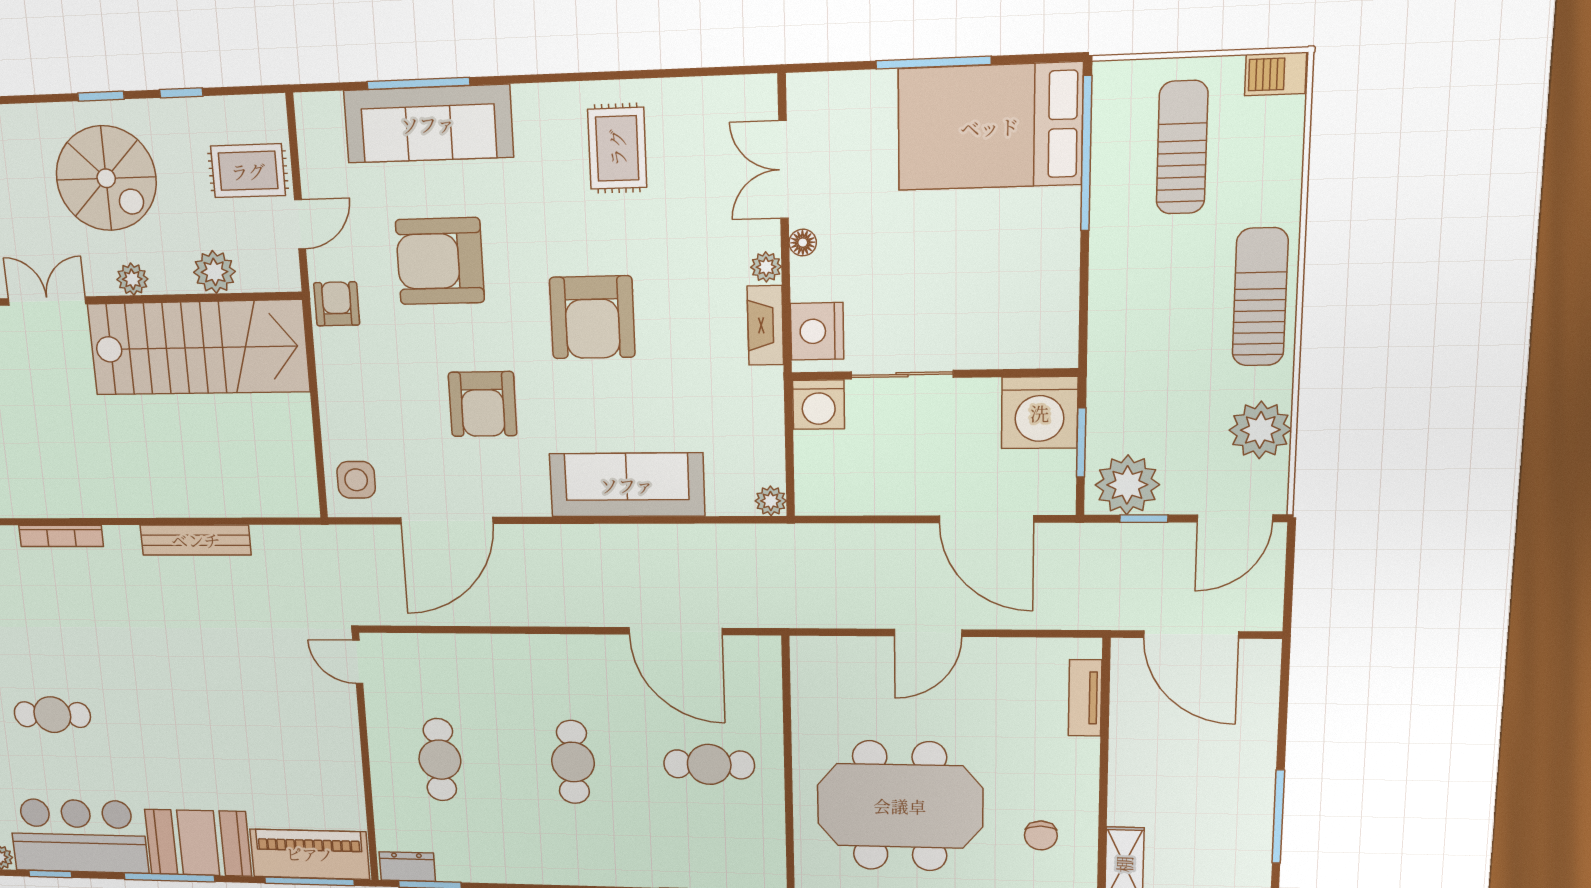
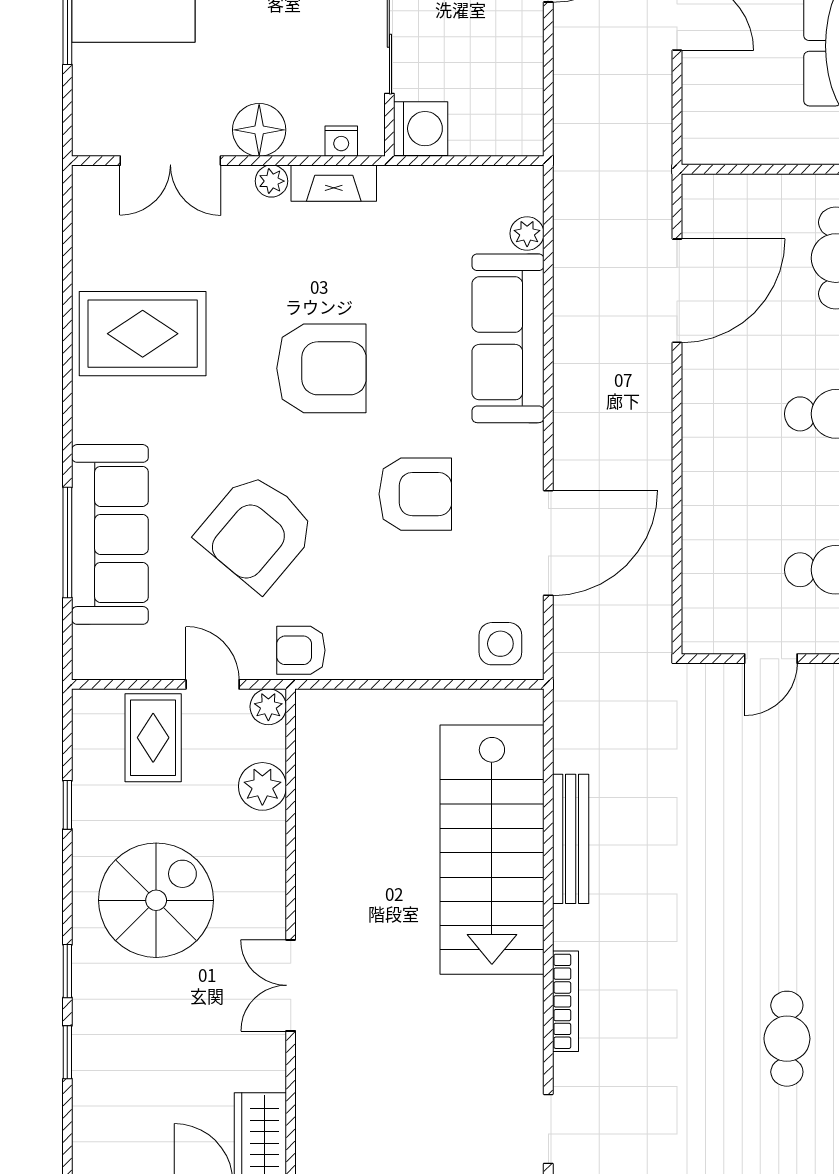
window: (101, 96) -> (67, 971), moved
rug: (617, 148) -> (143, 334), width x1.36, depth x1.43
floor lamp: (803, 243) -> (259, 130), width x1.89, depth x1.89
armchair: (440, 261) -> (257, 532), turned 40
plant: (132, 279) -> (268, 707), moved
nightstand: (817, 331) -> (341, 141), width x0.53, depth x0.56
stairs: (198, 348) -> (492, 850), moved, turned 180
plant: (771, 501) -> (527, 233), moved
door: (447, 521) -> (548, 543), hinge flipped
door: (358, 662) -> (771, 659), moved

